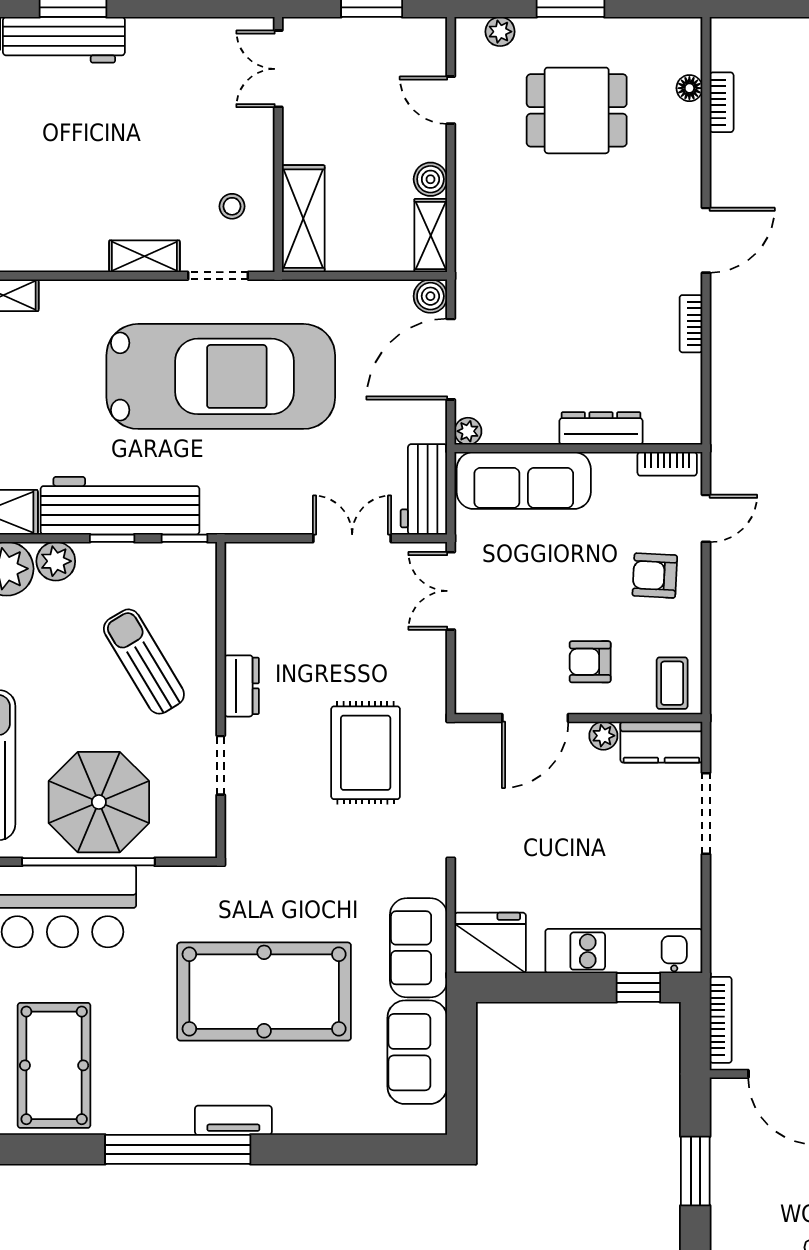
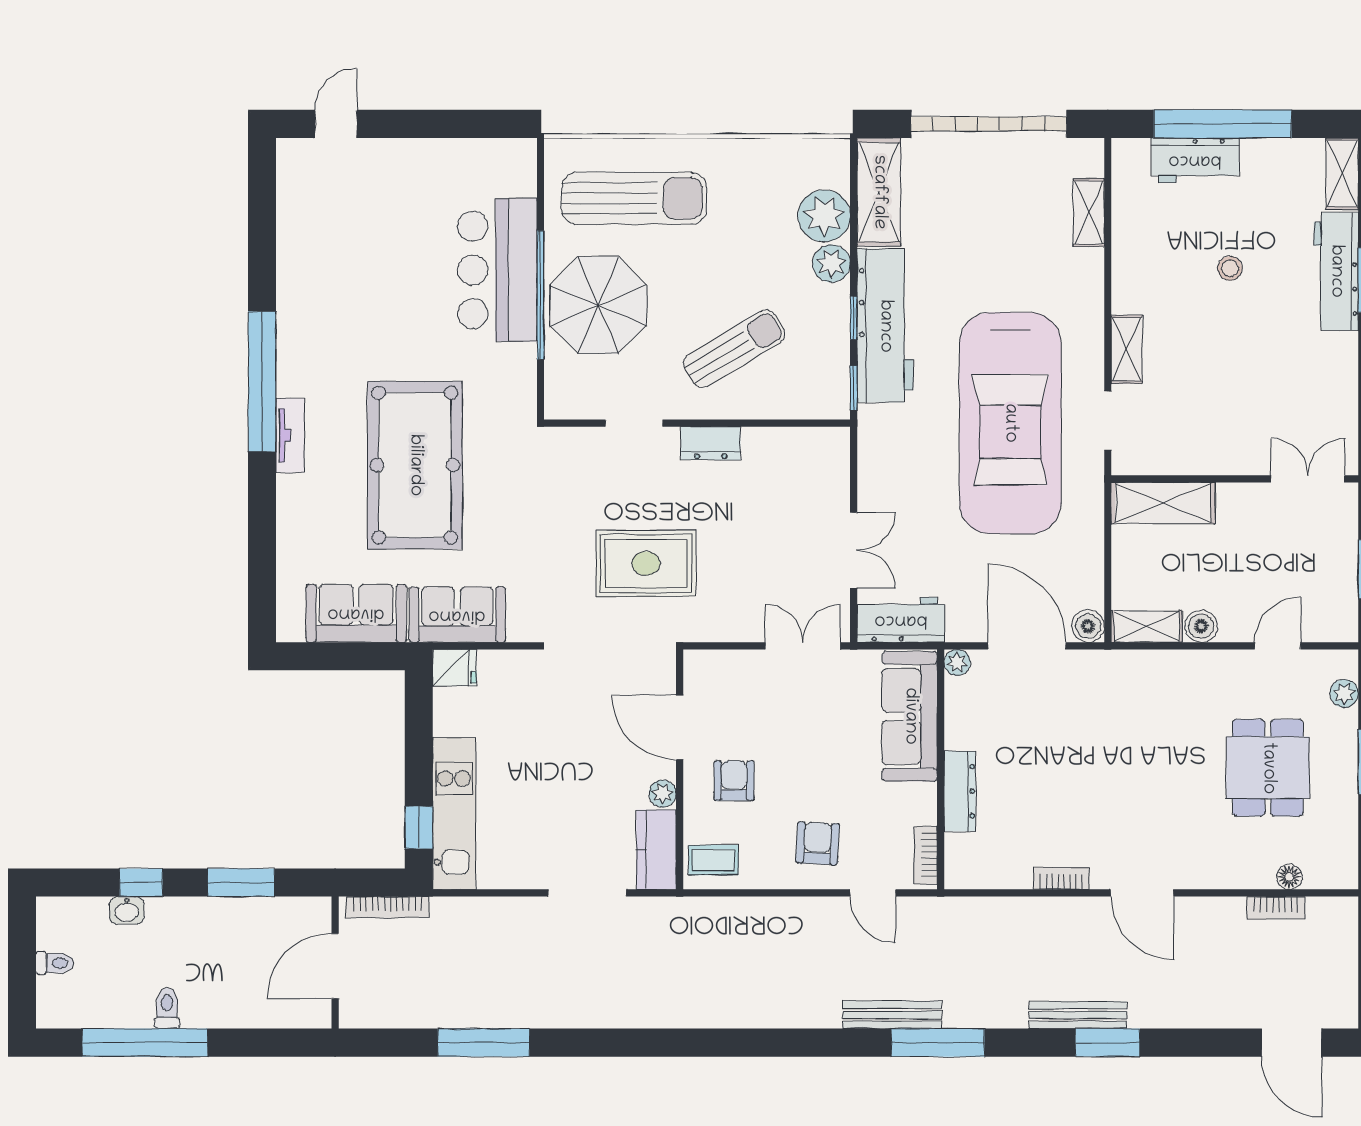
stool: (232, 206) -> (1230, 268), moved
fridge: (490, 943) -> (454, 668), width x0.53, depth x0.75
pool table: (54, 1065) -> (343, 262), removed

